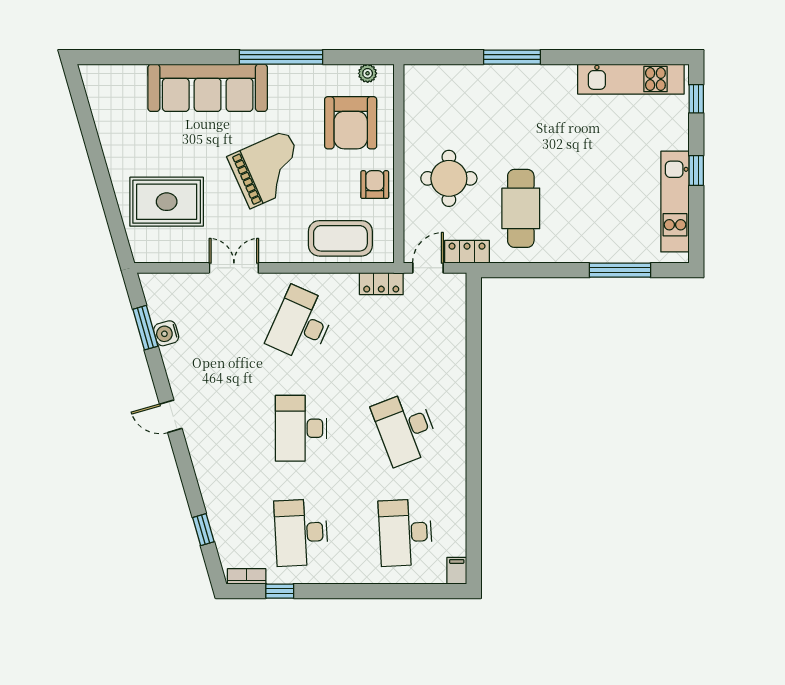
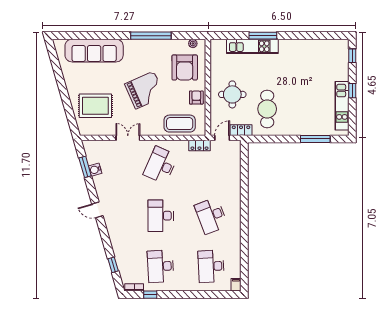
kitchen unit: (631, 79) -> (252, 46), moved
sofa: (208, 88) -> (94, 51), moved

